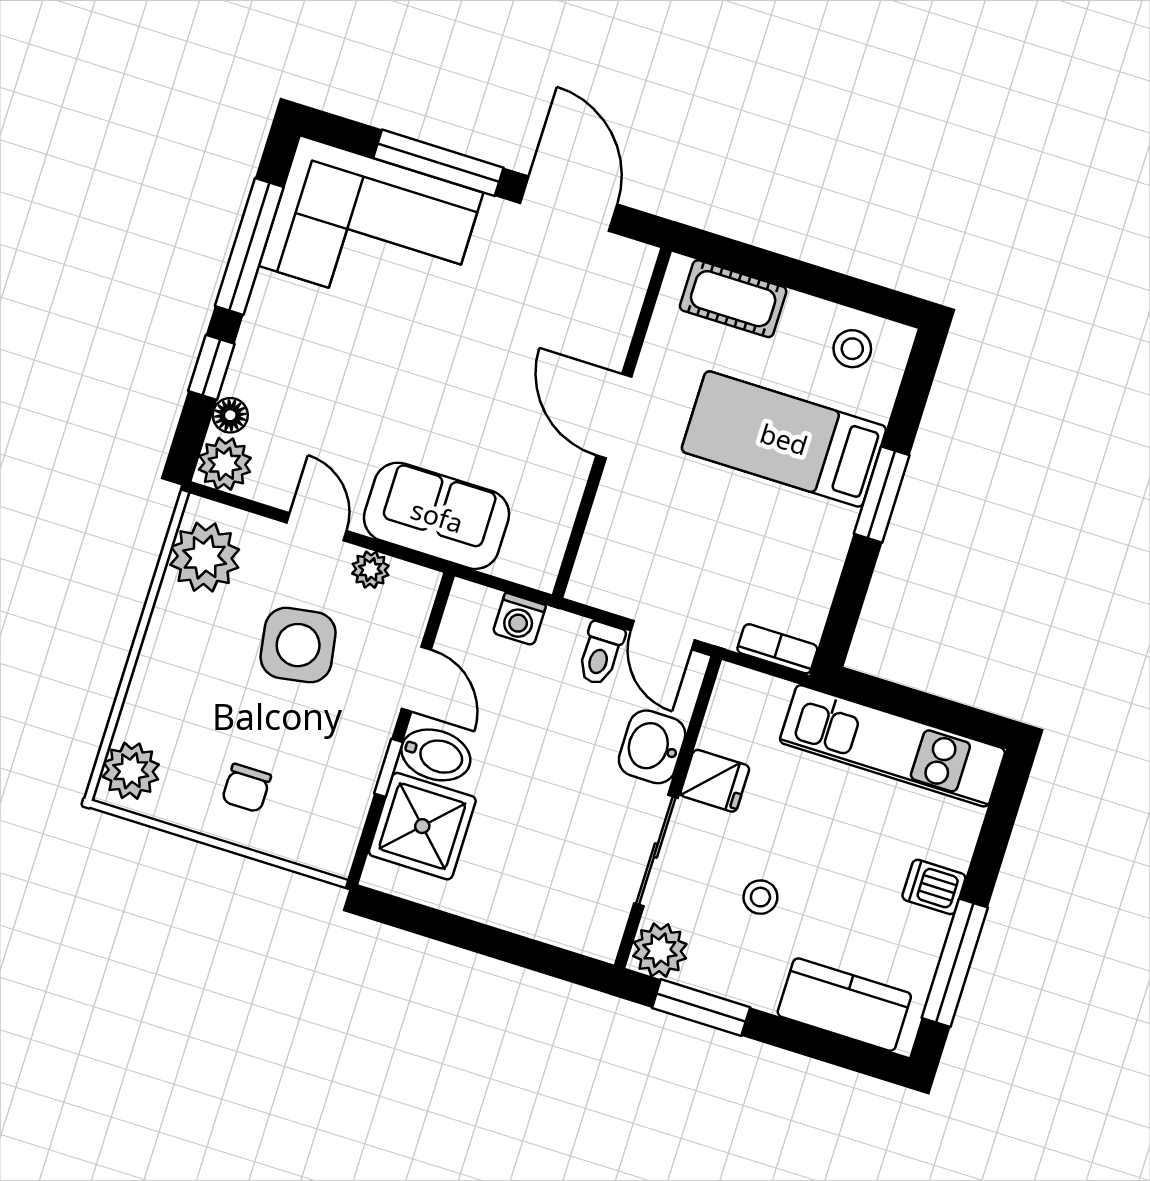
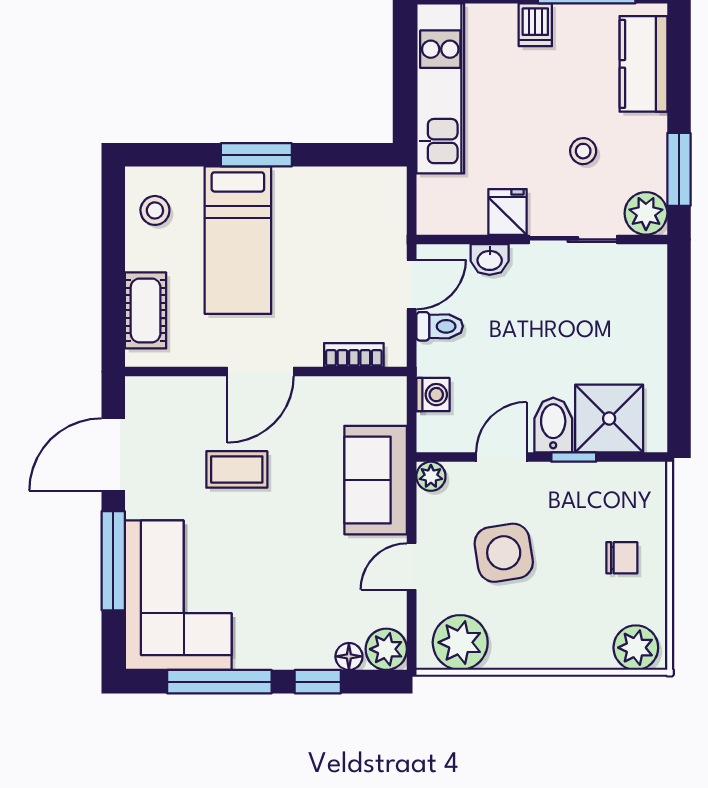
coffee table: (503, 350) -> (237, 469), added
plant: (370, 570) -> (431, 476), moved
bookcase: (777, 649) -> (354, 355), moved, turned 90
washbasin: (652, 747) -> (490, 260), width x0.72, depth x0.69

